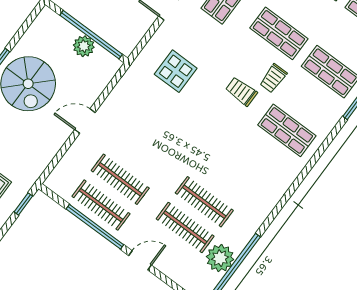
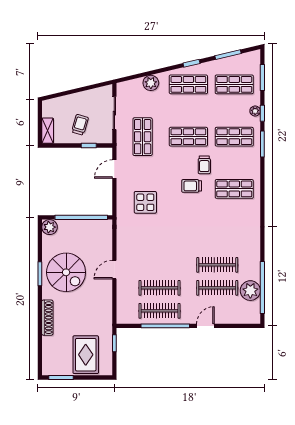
plant: (84, 46) -> (50, 227), moved

